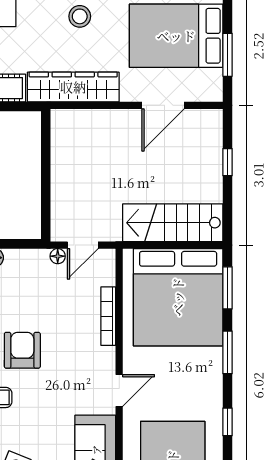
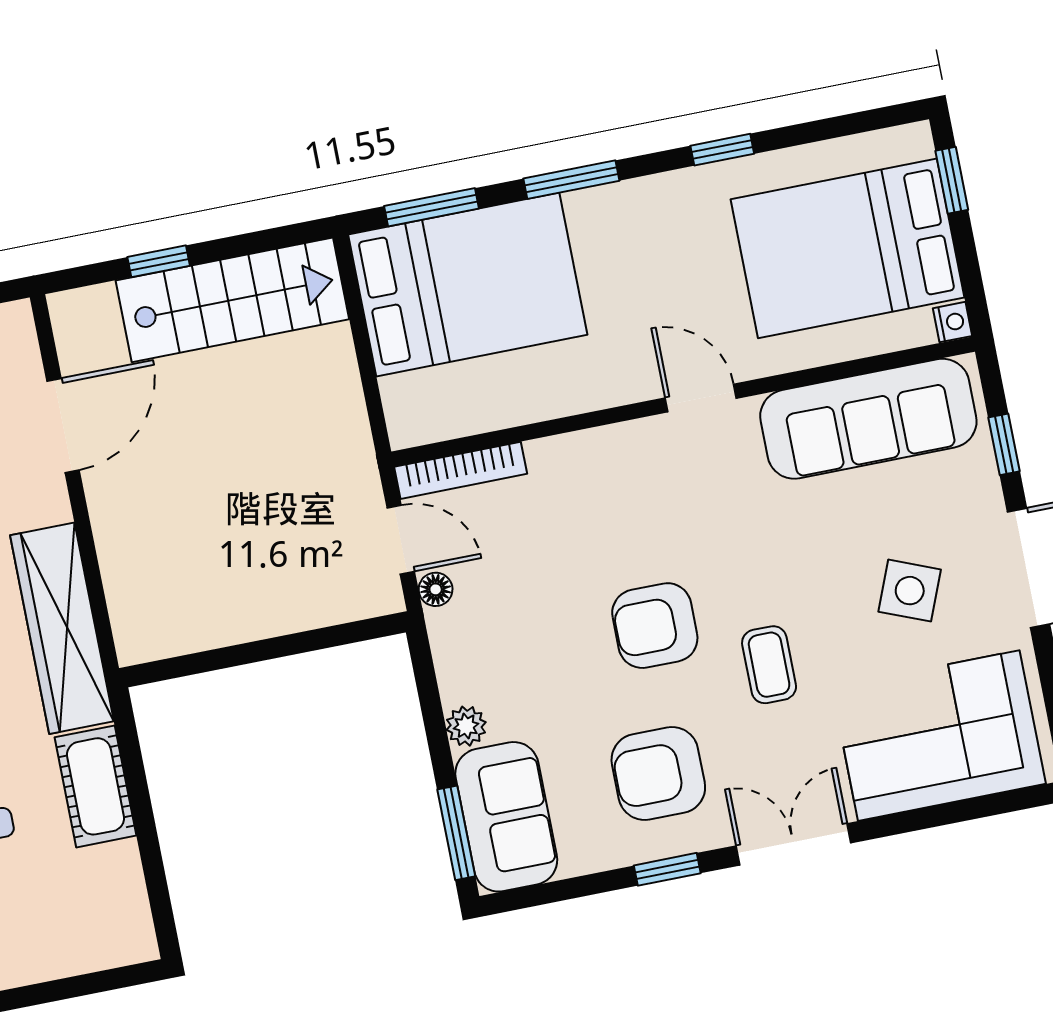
door: (163, 105) -> (63, 425), hinge flipped
stairs: (173, 223) -> (232, 300), moved, turned -90
bed: (178, 297) -> (468, 285), width x0.73
bookcase: (108, 316) -> (461, 470), moved

